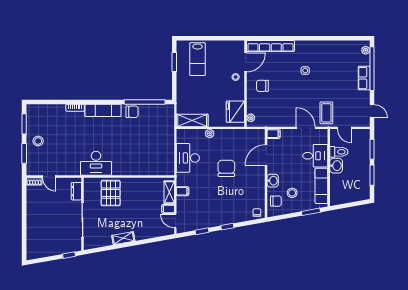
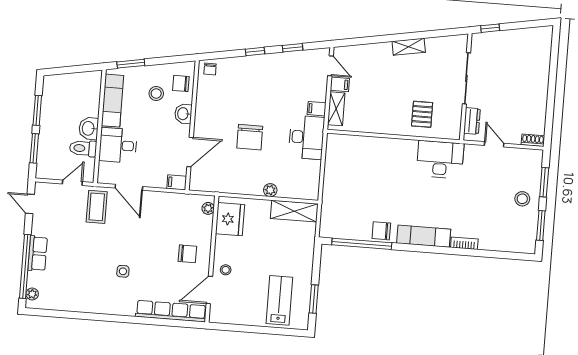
door: (344, 128) -> (72, 183), hinge flipped
desk: (188, 158) -> (306, 137), moved
door: (49, 176) -> (494, 144), moved
pallet: (111, 193) -> (422, 114), width x0.67, depth x0.71

